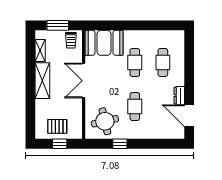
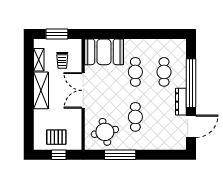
trolley: (71, 40) -> (62, 60), moved
window: (189, 74) -> (191, 83), added
dresser: (179, 96) -> (181, 102), width x1.44
door: (189, 116) -> (191, 126), swing flipped
window: (120, 144) -> (120, 155), width x2.17

